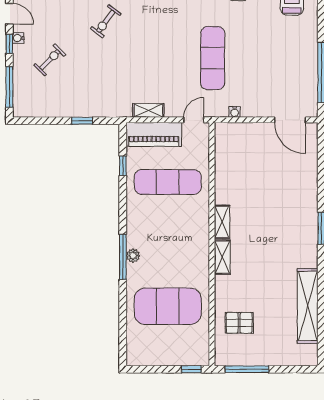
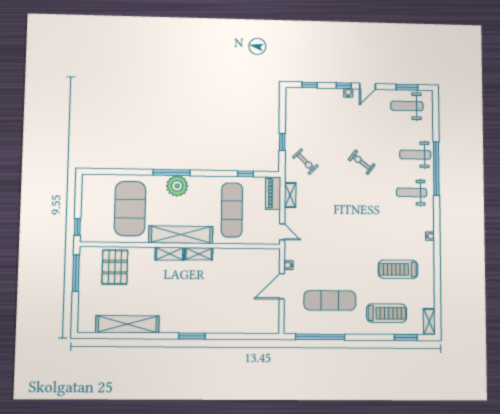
exercise mat: (213, 58) -> (330, 300), moved
exercise bike: (50, 60) -> (305, 162), moved
window: (9, 87) -> (310, 85), width x0.46
door: (290, 120) -> (282, 286), moved
piano: (154, 134) -> (273, 193), width x0.73, depth x0.75
shelving: (199, 244) -> (181, 235), added
plant: (133, 256) -> (177, 186), width x1.87, depth x1.87
pallet: (239, 323) -> (115, 267), width x1.50, depth x1.42

